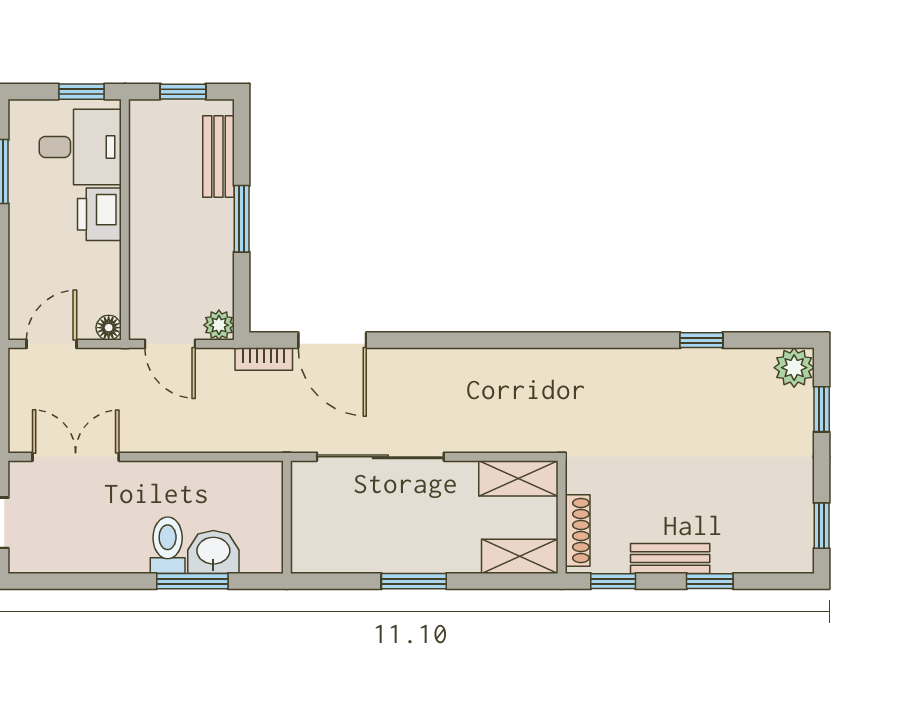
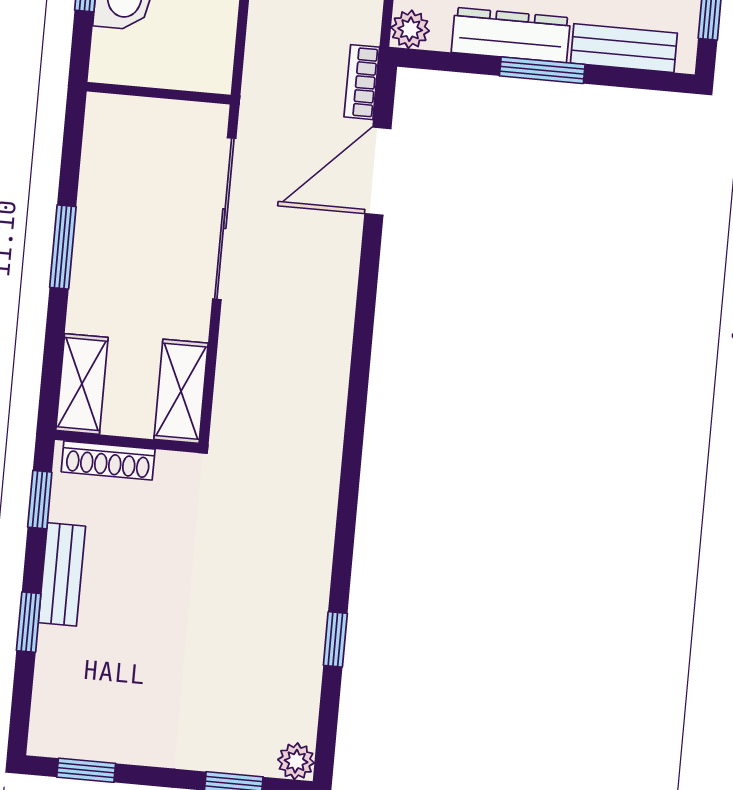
dresser: (216, 246) -> (511, 35), added
plant: (794, 368) -> (296, 761), width x0.73, depth x0.73

